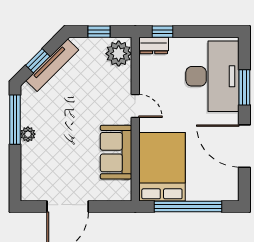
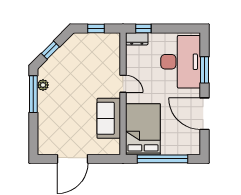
plant: (119, 54) -> (111, 45), removed
tv unit: (52, 65) -> (61, 53), removed
plant: (28, 134) -> (43, 85), moved

